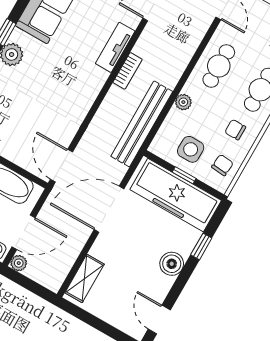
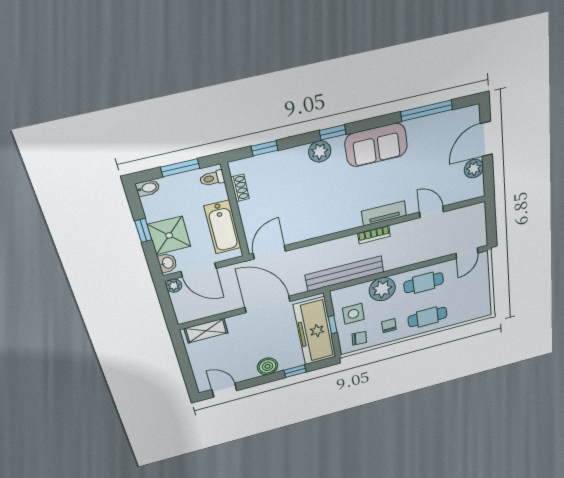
plant: (183, 102) -> (382, 289), width x1.87, depth x1.87
door: (159, 320) -> (224, 390), hinge flipped

